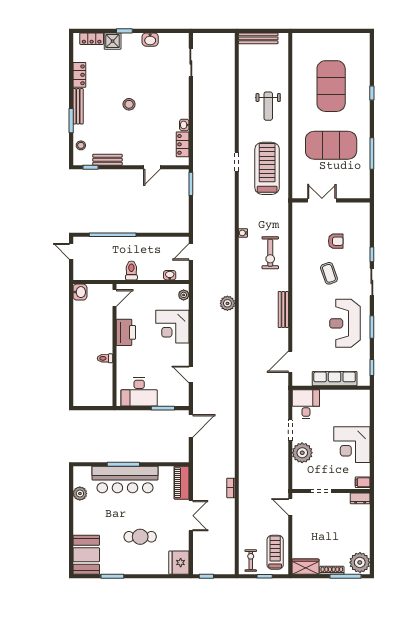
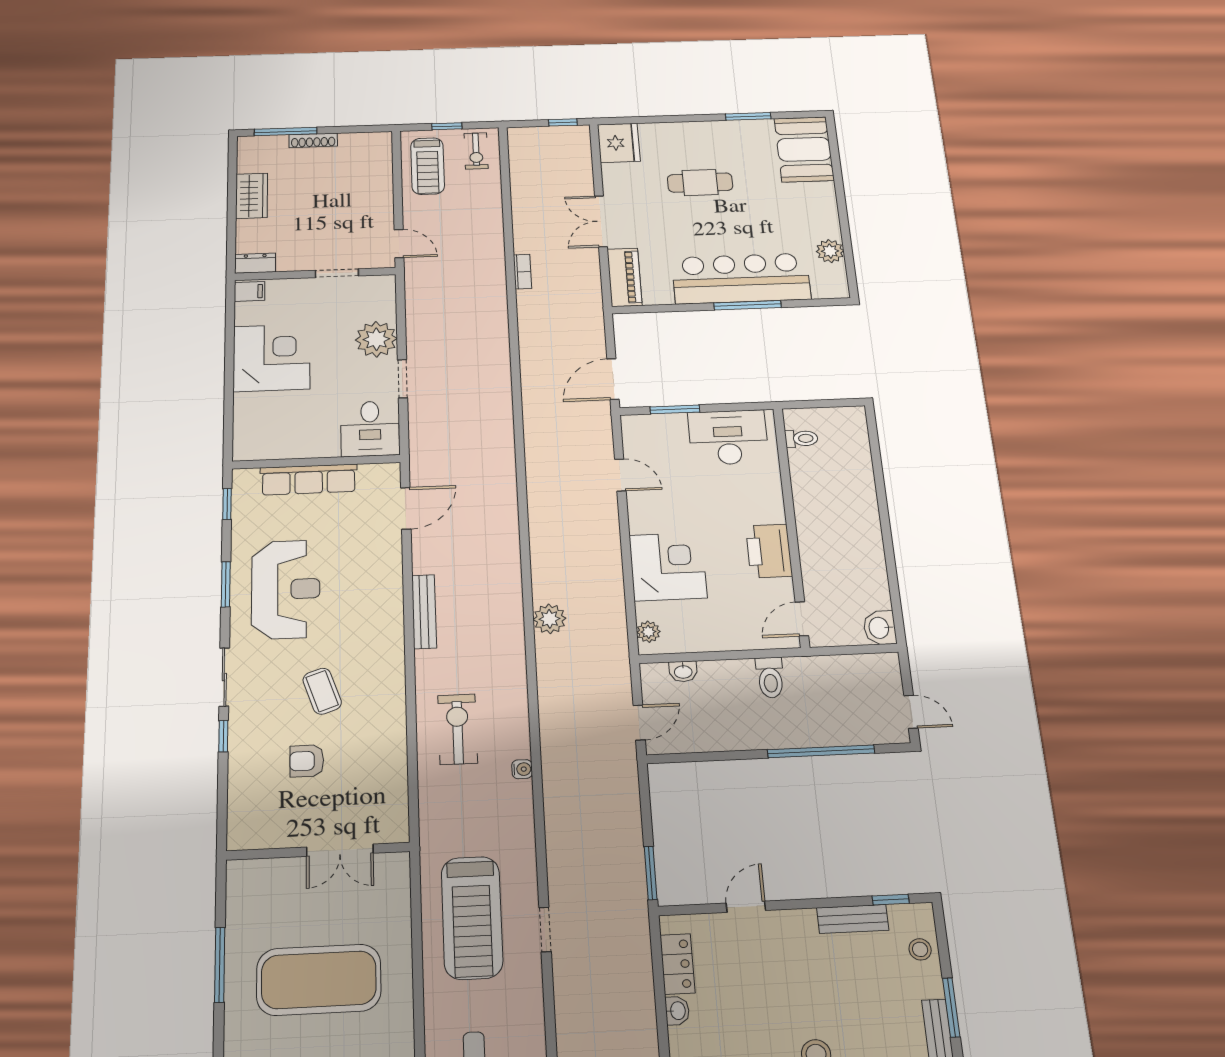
toilet: (105, 358) -> (801, 439), moved
plant: (360, 562) -> (257, 155), removed
wardrobe: (305, 567) -> (252, 196), moved, turned -90

